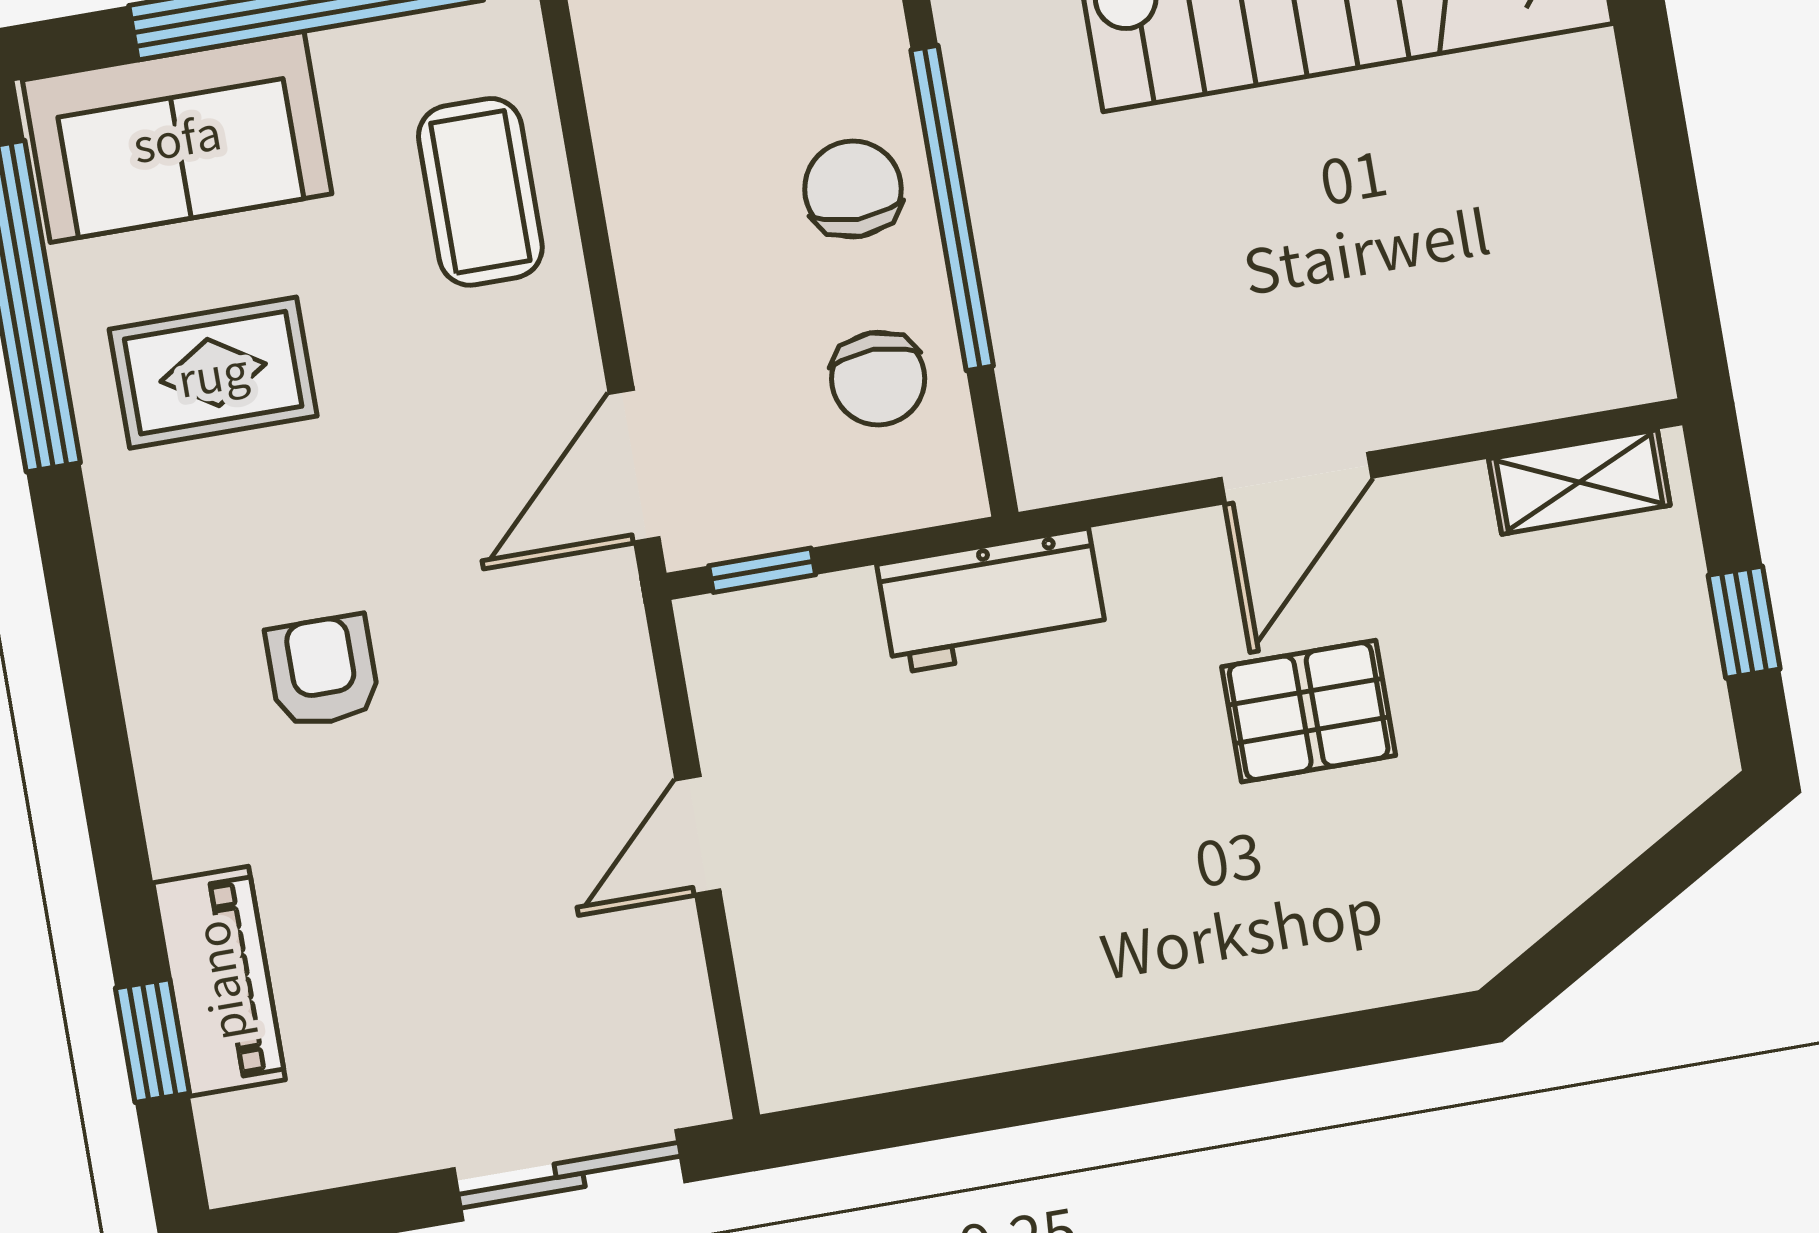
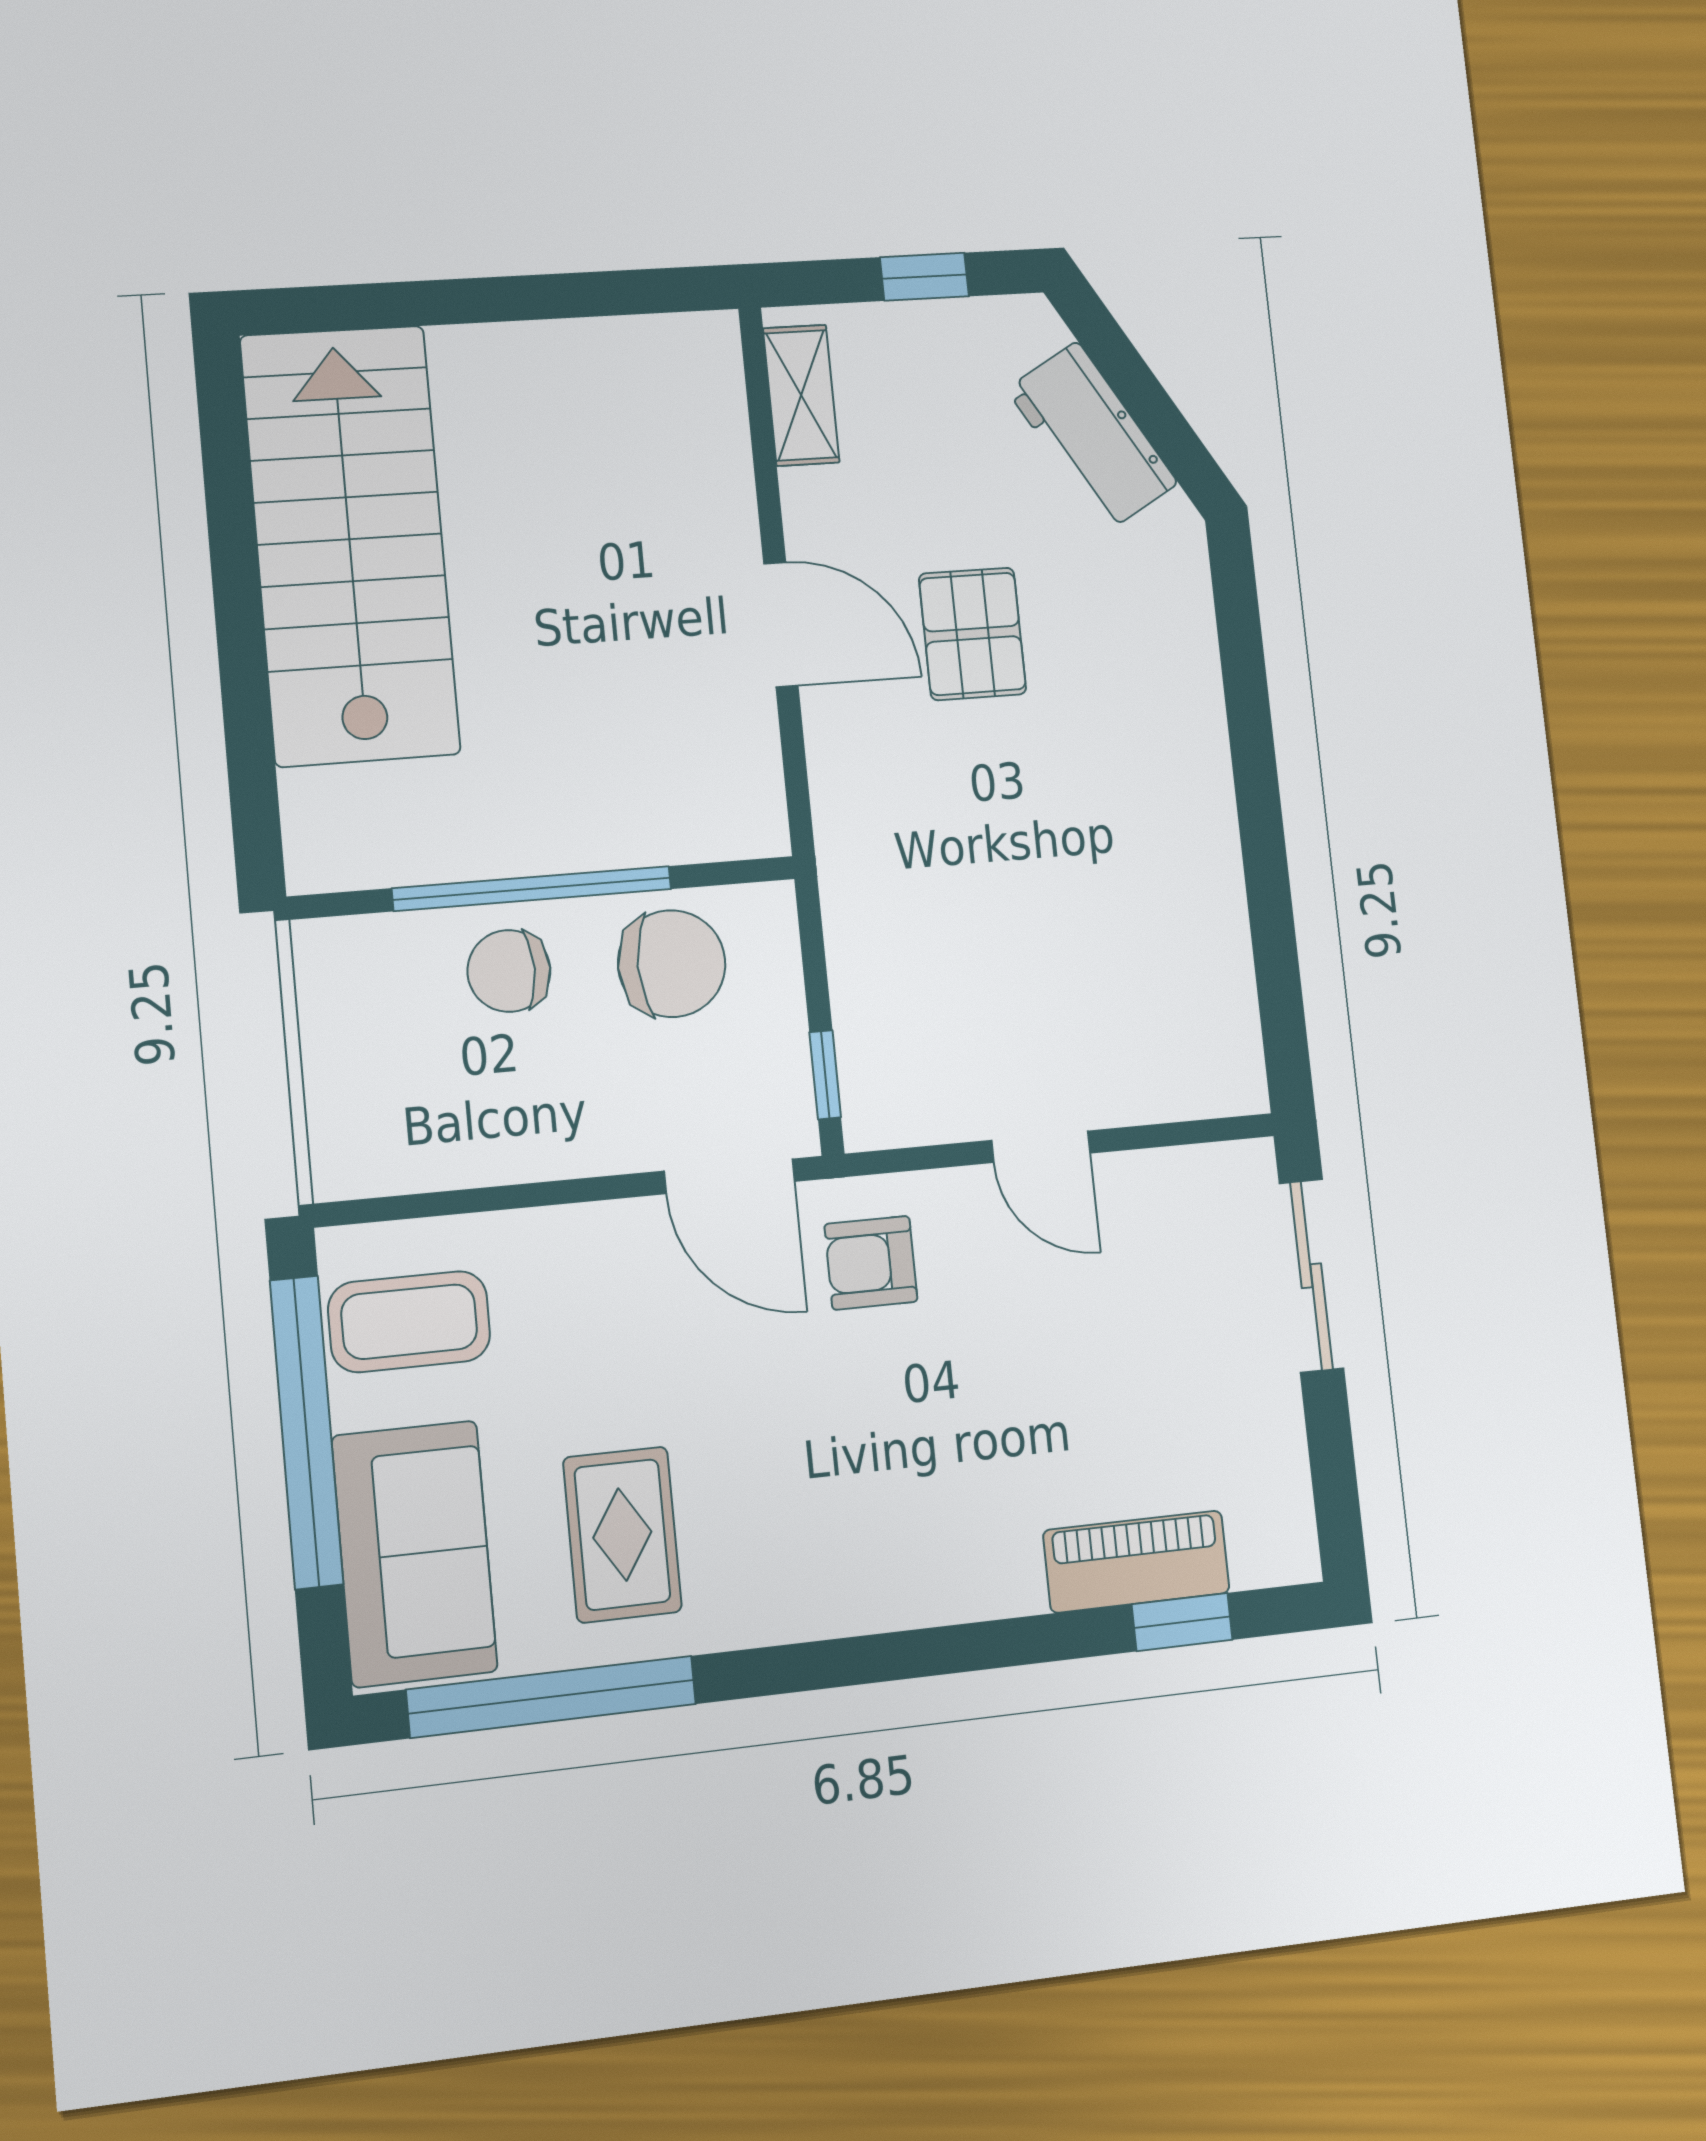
coffee table: (480, 192) -> (409, 1322), moved
chair: (878, 379) -> (672, 964), width x1.37, depth x1.37
workbench: (992, 601) -> (1092, 436), moved, turned 150
armchair: (323, 671) -> (871, 1263), moved

